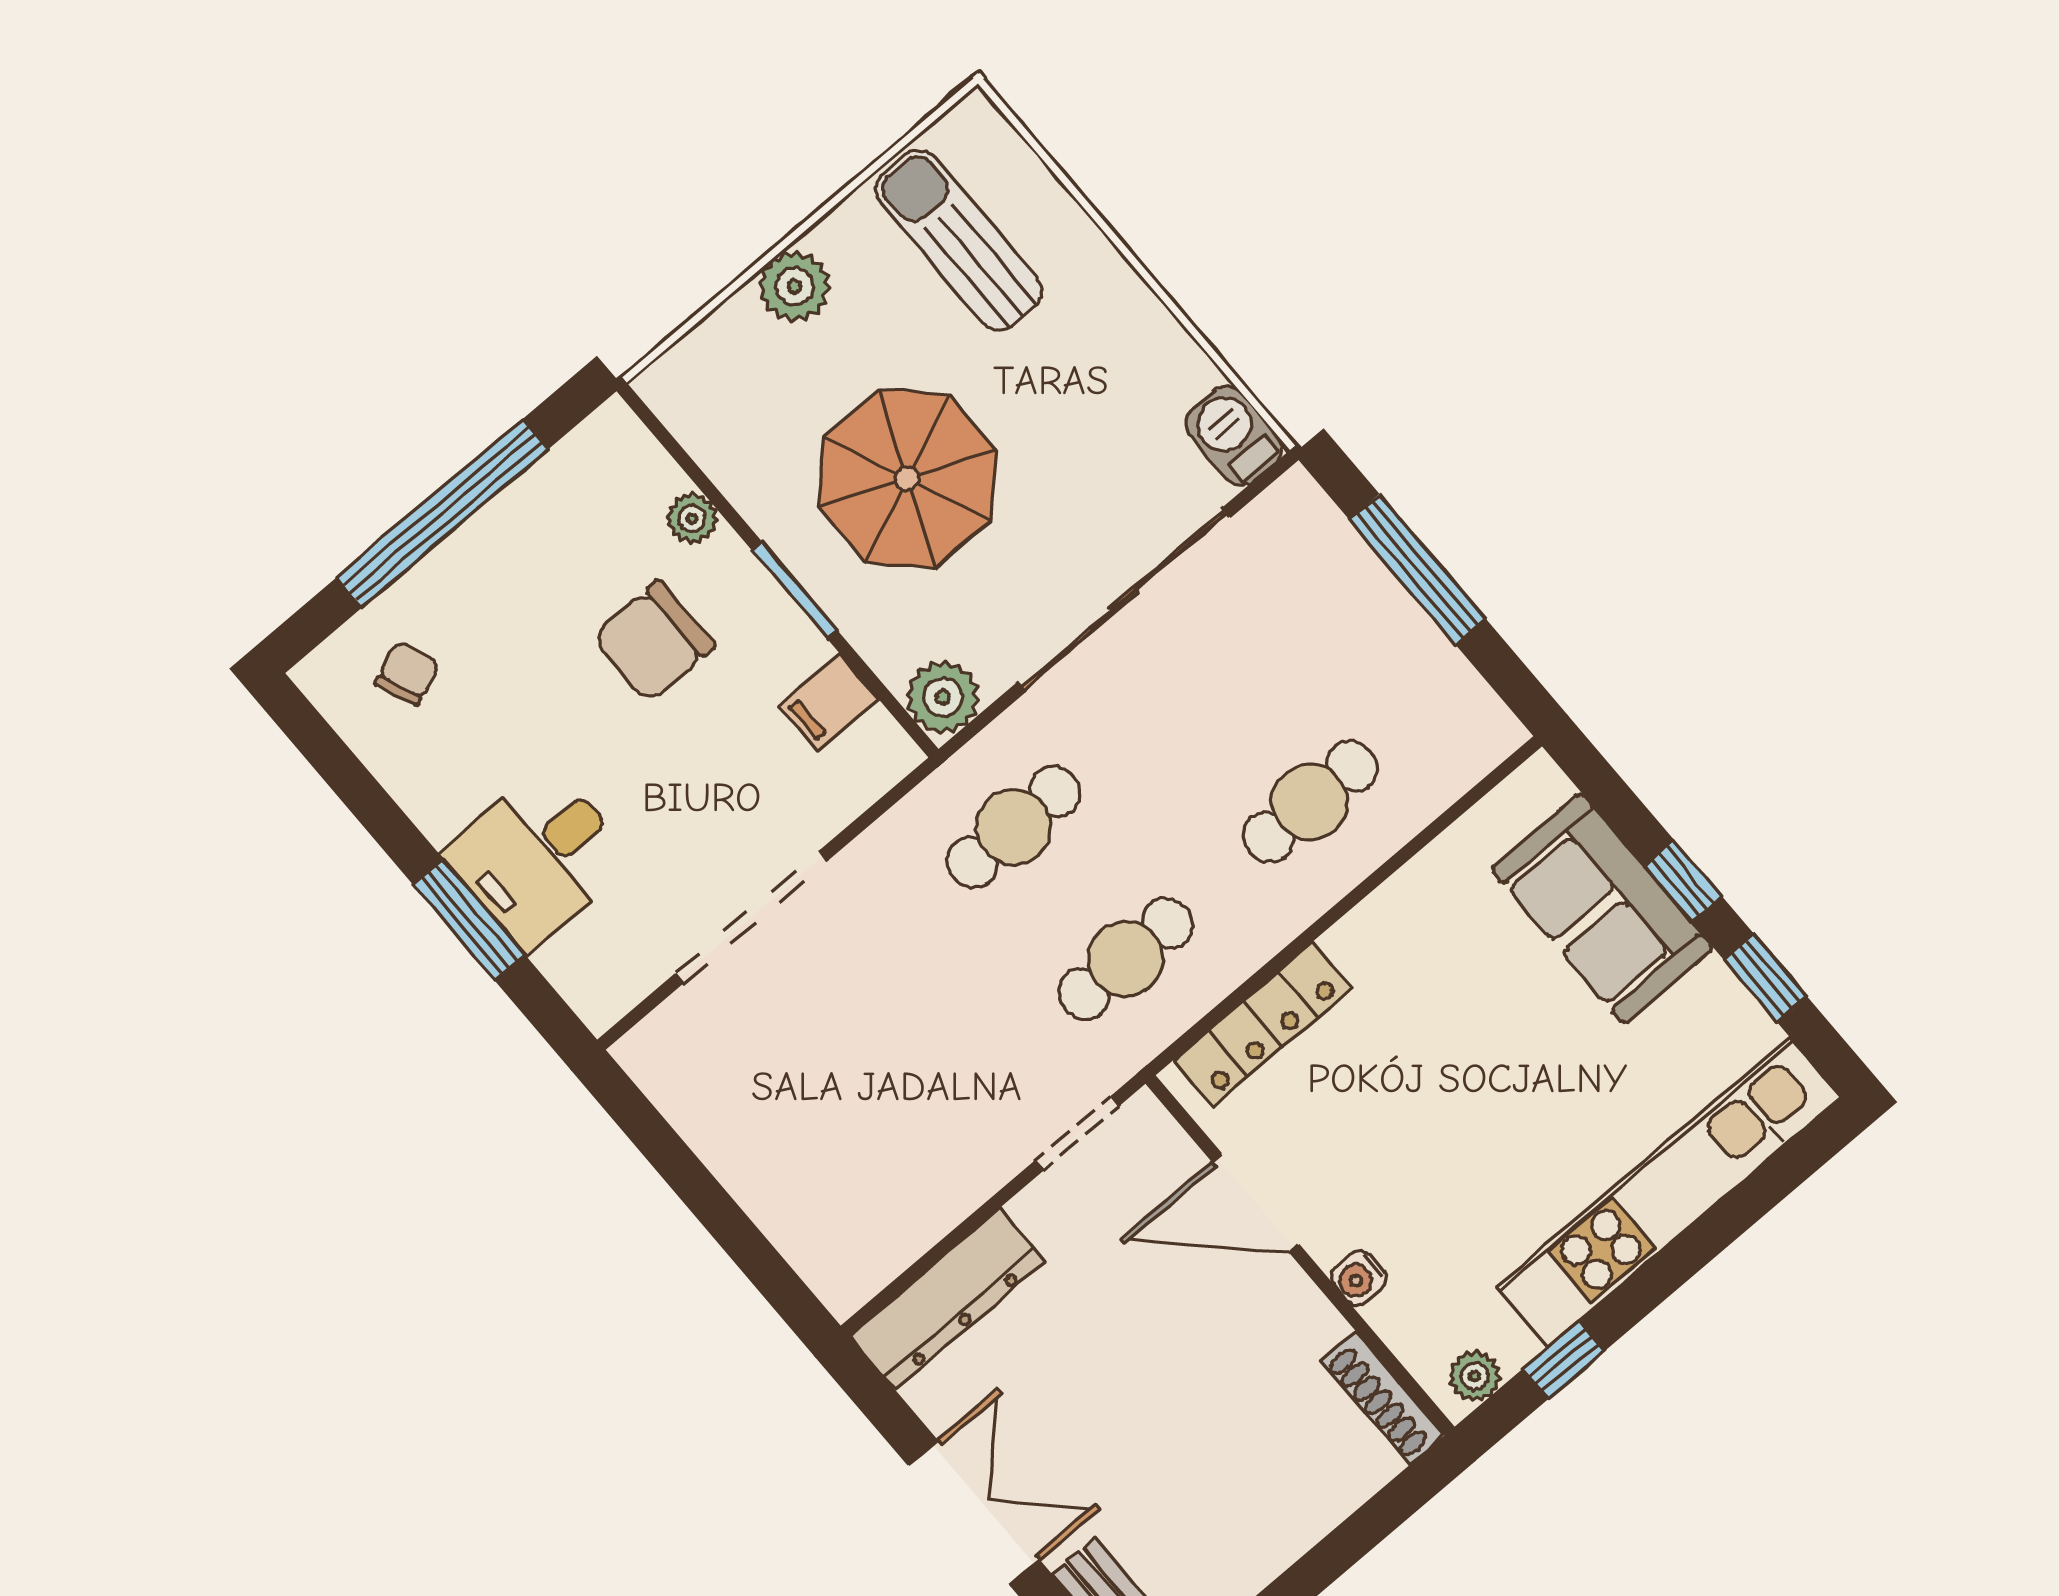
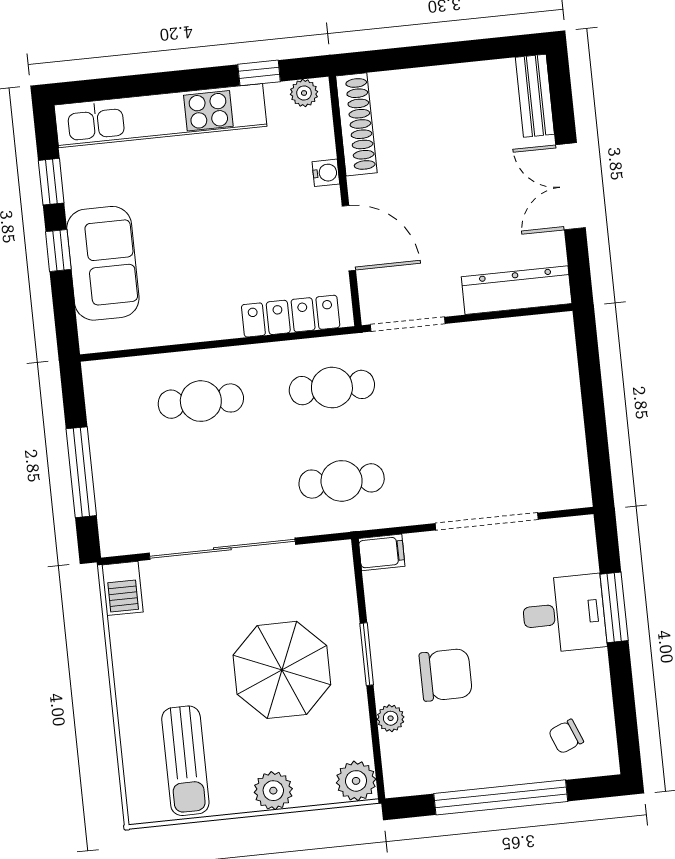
plant: (943, 697) -> (356, 781), moved
filing cabinet: (829, 702) -> (382, 552), moved
doorway: (1077, 1134) -> (408, 324), width x1.38
shoe rack: (1383, 1398) -> (356, 124), width x1.36, depth x1.24

